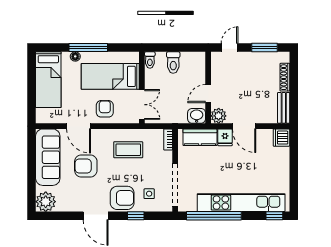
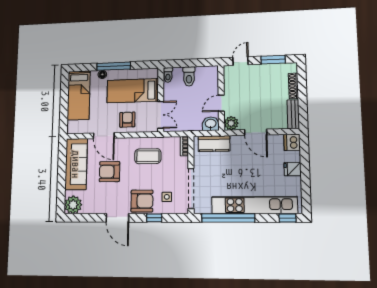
fridge: (225, 137) -> (293, 169), moved, turned 90

